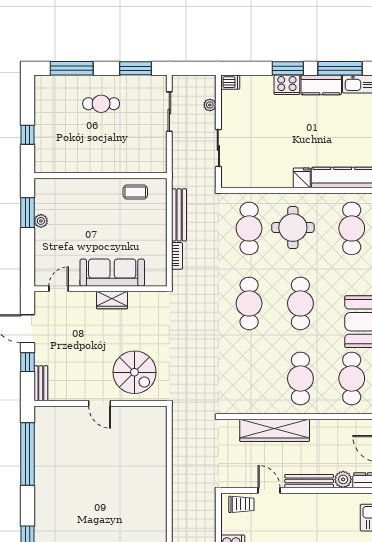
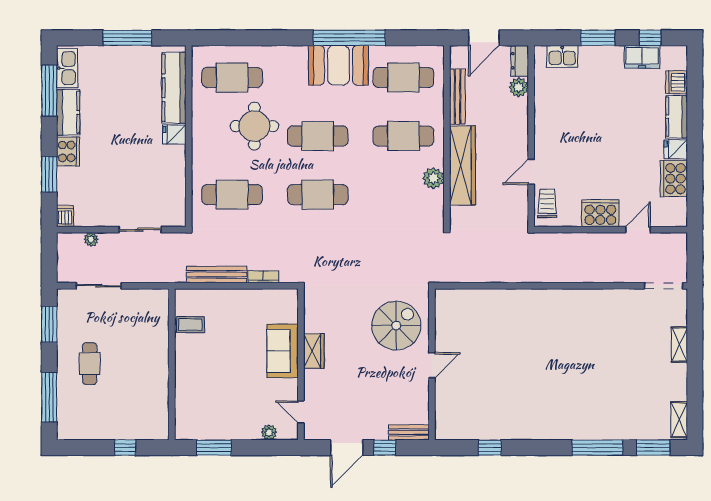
window: (288, 68) -> (49, 174), moved
coffee table: (135, 192) -> (190, 325), turned 90
plant: (41, 221) -> (269, 432), moved
round table: (293, 228) -> (254, 126), moved
sofa: (112, 273) -> (283, 351), width x0.73
plant: (263, 405) -> (433, 178), added
window: (28, 454) -> (490, 448), width x0.32
bench: (309, 481) -> (457, 97), moved

